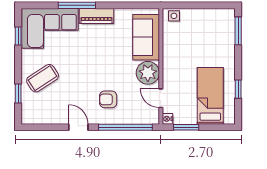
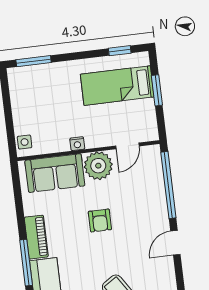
window: (238, 89) -> (120, 51), moved
armchair: (108, 99) -> (100, 220), moved
nightstand: (167, 119) -> (77, 144), moved
window: (186, 127) -> (157, 90), moved

